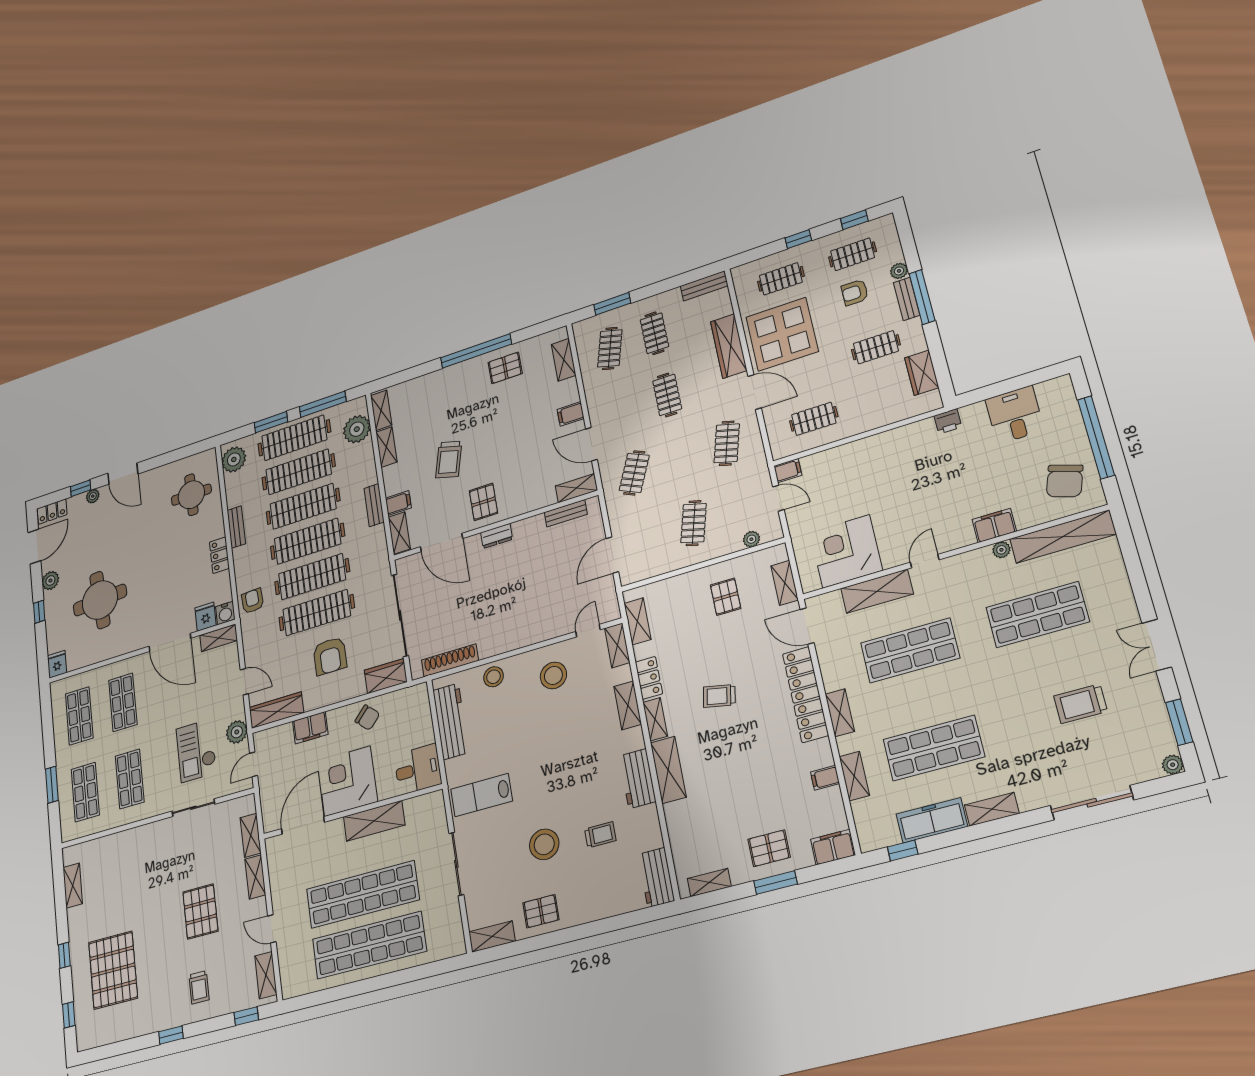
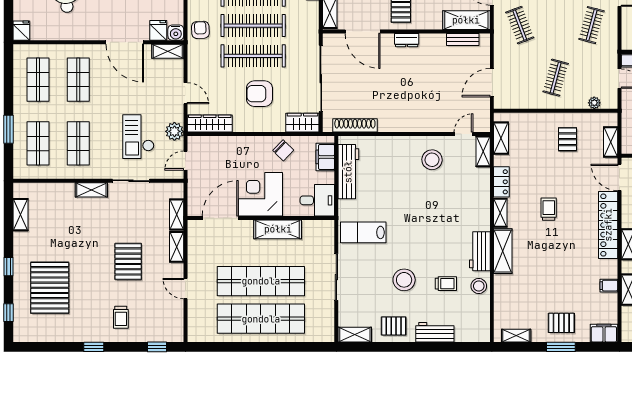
clothes rail: (634, 473) -> (520, 25), turned -45
shelving: (576, 488) -> (466, 20), width x1.50, depth x1.33
armchair: (330, 656) -> (259, 94), turned 90
stool: (493, 677) -> (479, 286), moved
trolley: (719, 696) -> (549, 209), turned 79
shelving: (628, 705) -> (483, 197), removed
filing cabinet: (310, 728) -> (325, 157), moved, turned 90
workbench: (656, 877) -> (435, 332), moved, turned 90
shelving: (266, 975) -> (91, 190), moved, turned 90

